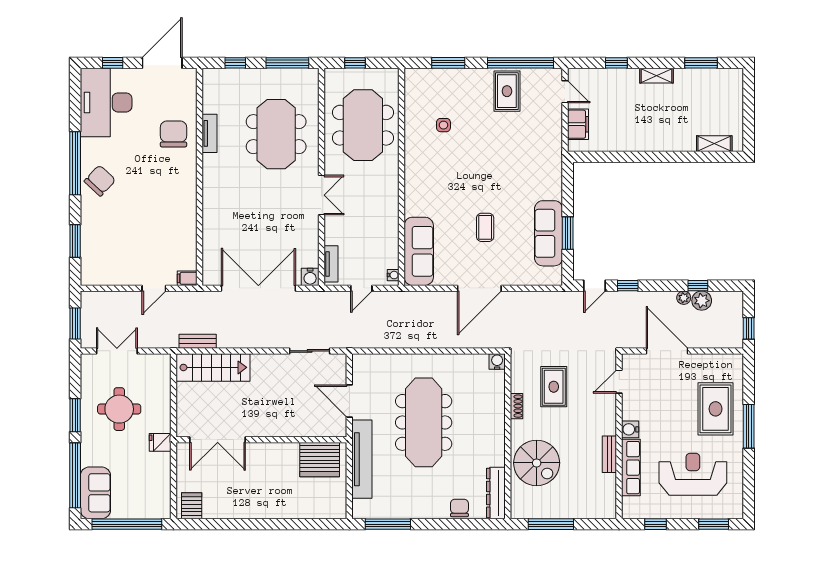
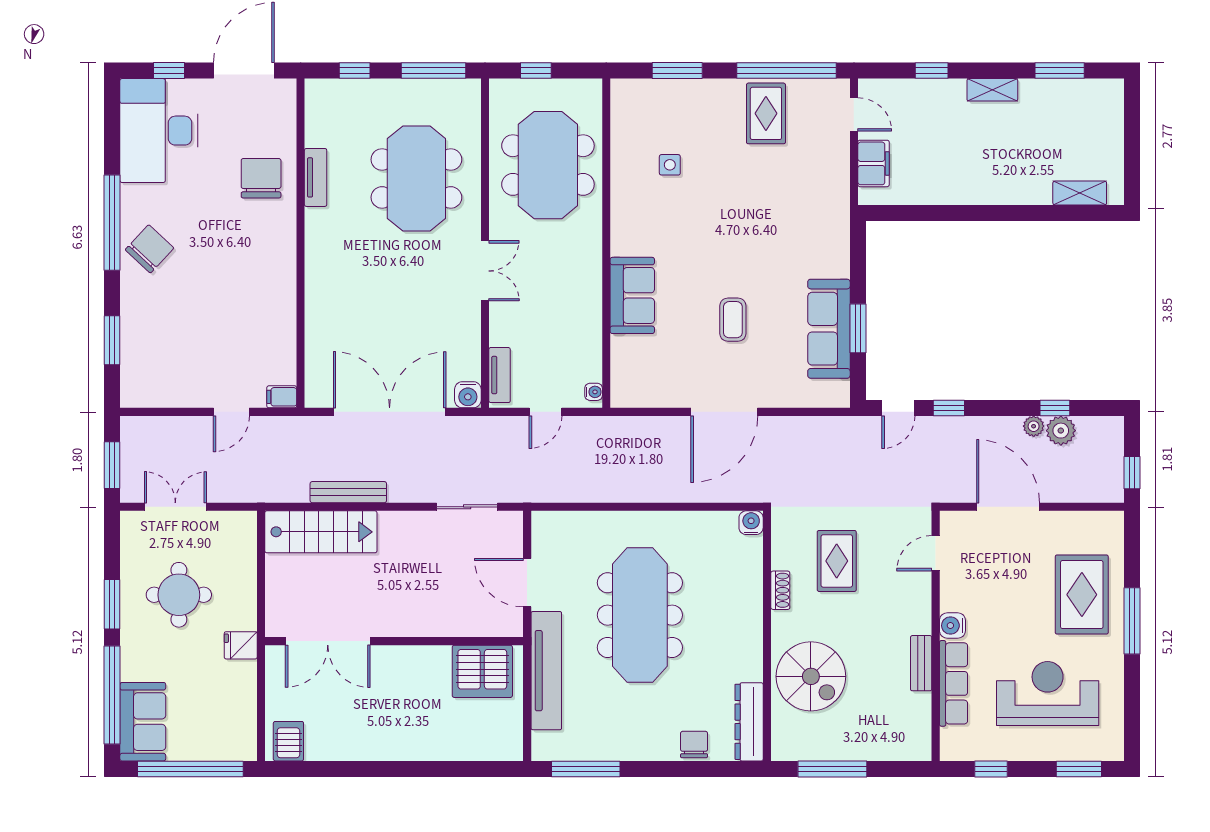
sofa: (419, 251) -> (632, 295), moved, width x0.73
bench: (198, 341) -> (348, 492), moved, width x1.36

